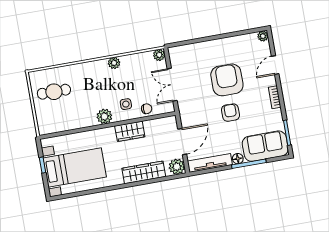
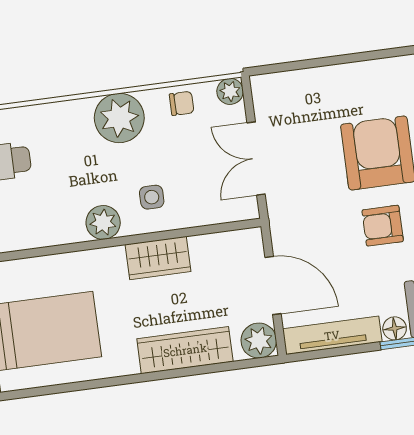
plant: (114, 63) -> (119, 118), width x1.87, depth x1.87
chair: (147, 109) -> (182, 103), moved
armchair: (230, 113) -> (383, 226), turned -90
door: (182, 142) -> (273, 285), hinge flipped

